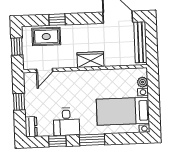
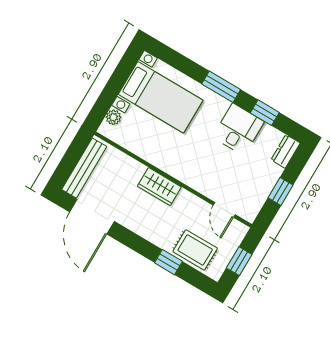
door: (45, 70) -> (224, 210), swing flipped

